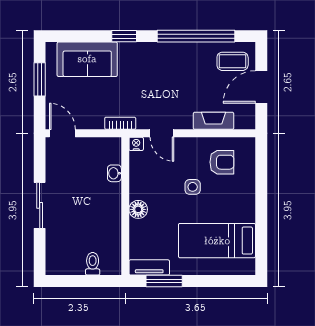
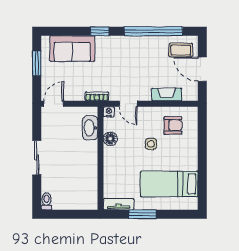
door: (261, 87) -> (202, 69), hinge flipped
door: (62, 133) -> (54, 104), hinge flipped
washbasin: (114, 173) -> (90, 128), width x1.91, depth x1.45
floor lamp: (138, 209) -> (110, 139), moved
toilet: (93, 264) -> (46, 201), moved
window: (164, 281) -> (142, 214), moved

